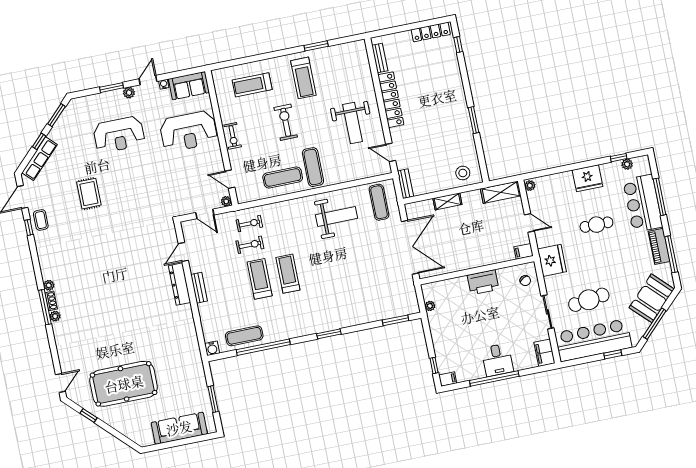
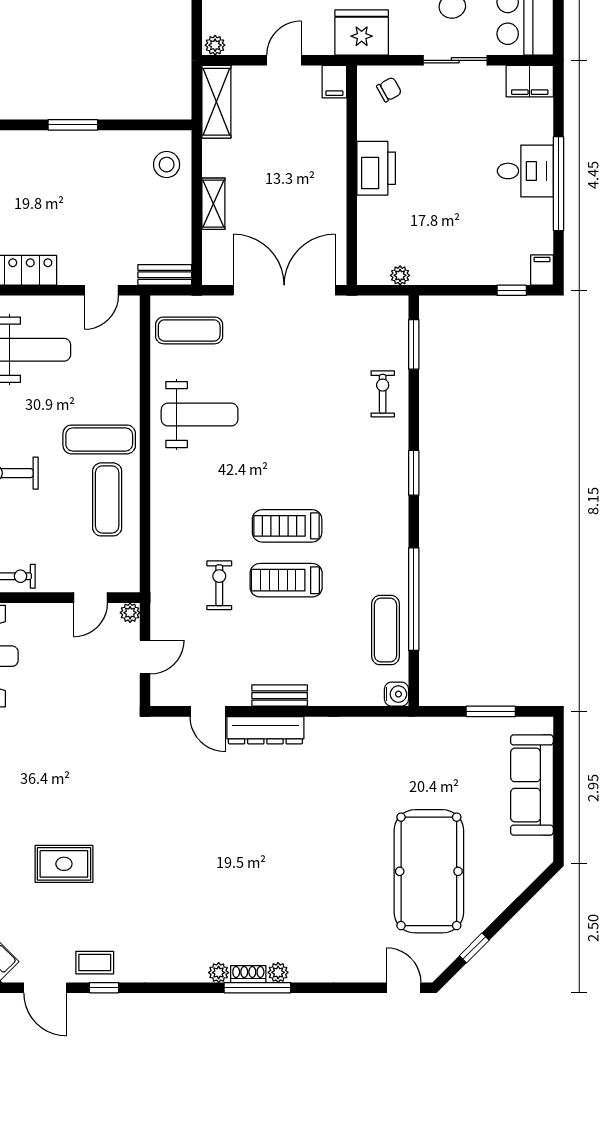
weight bench: (336, 217) -> (200, 415), turned 90
exercise bike: (249, 223) -> (383, 394), moved

